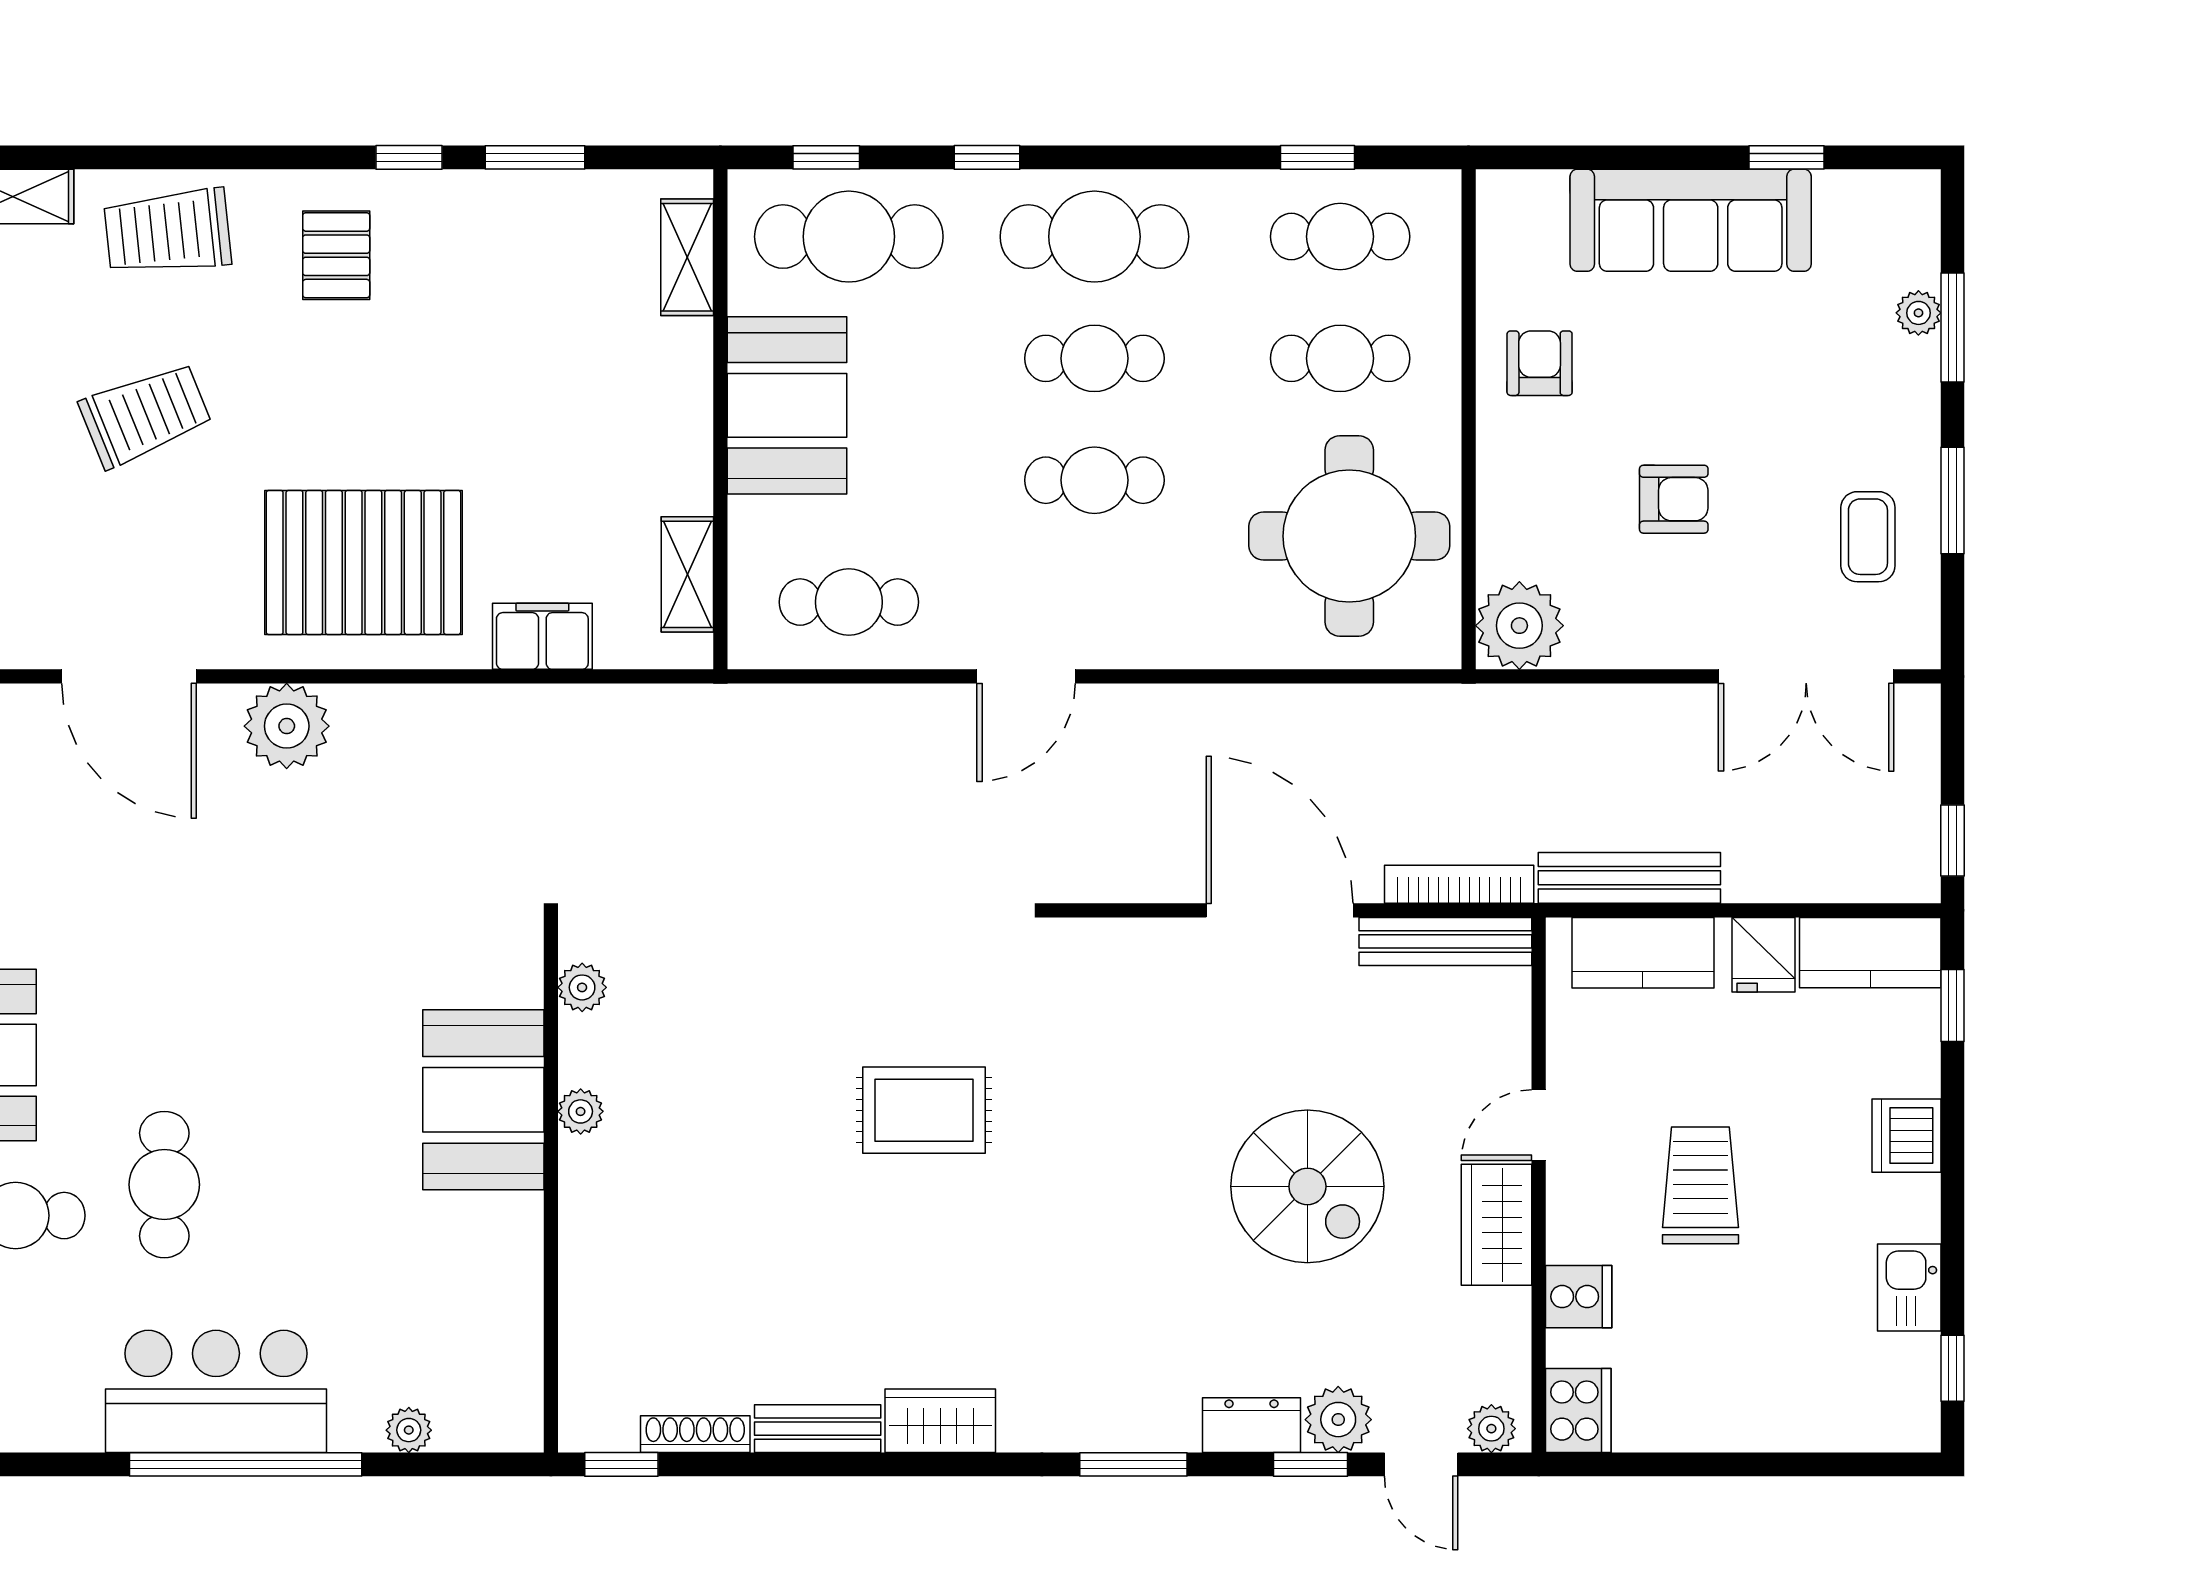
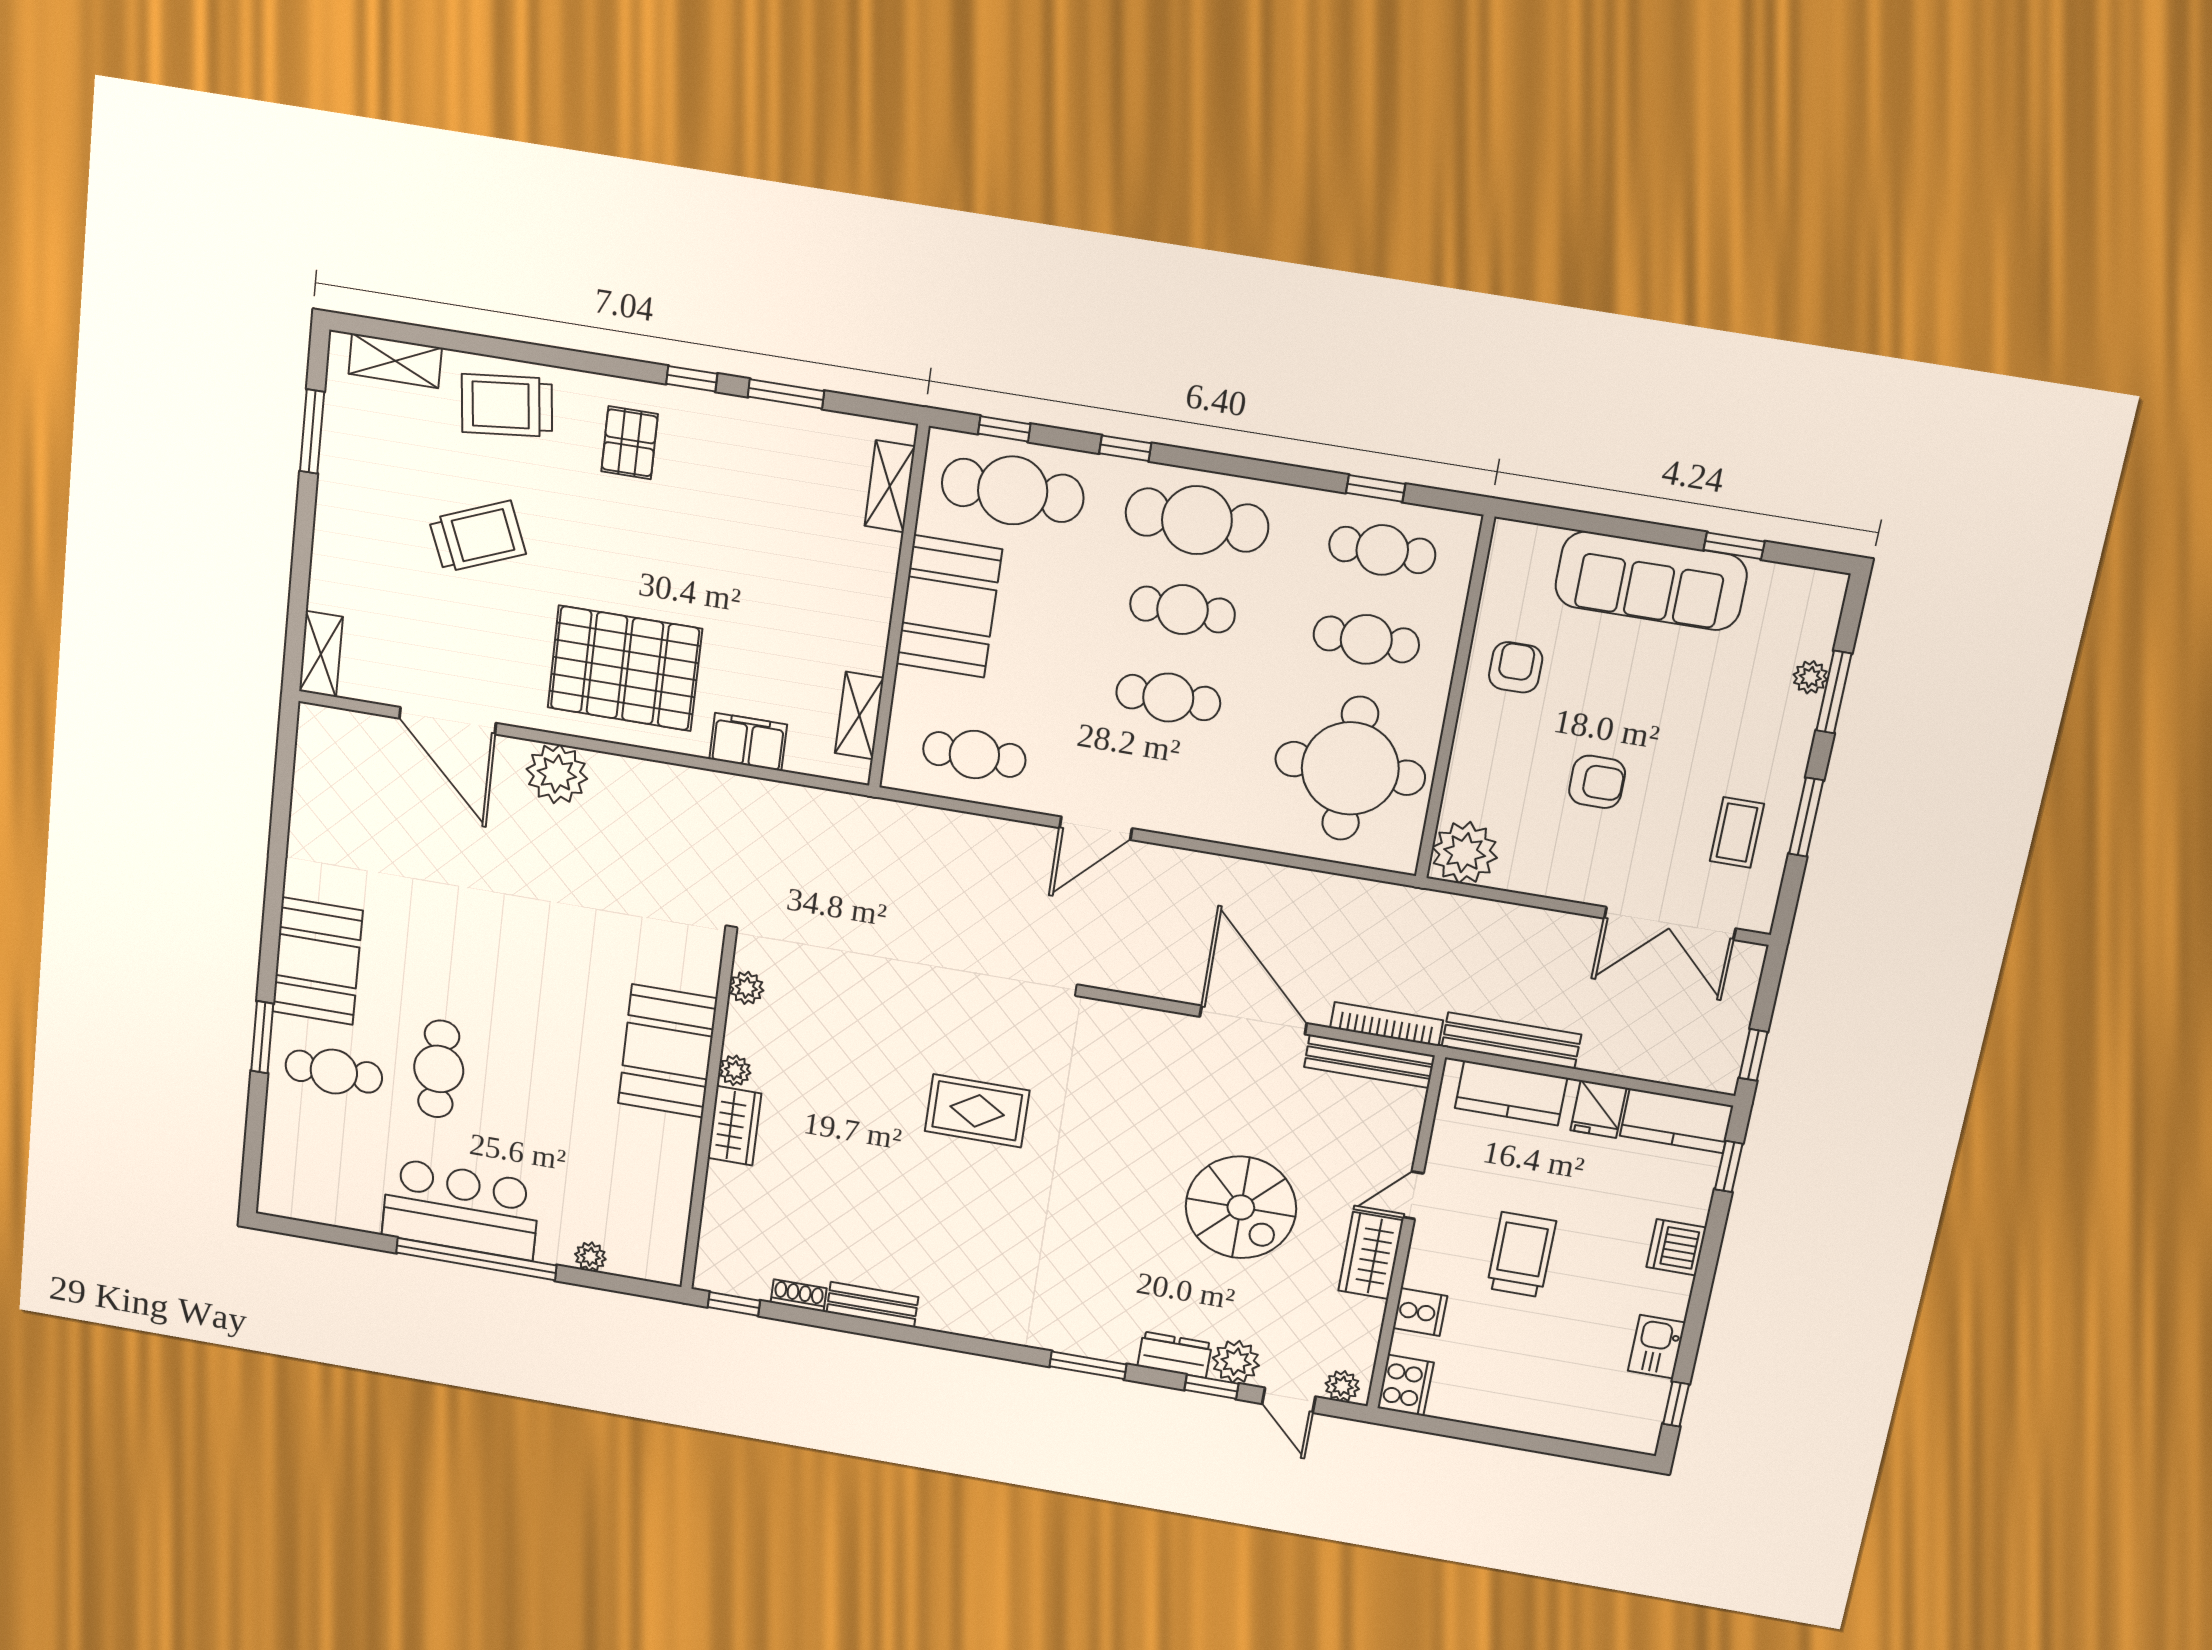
wardrobe: (940, 1421) -> (734, 1126), moved, turned 90
shoe rack: (695, 1434) -> (799, 1295), width x0.70

